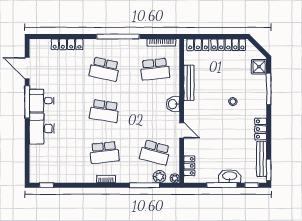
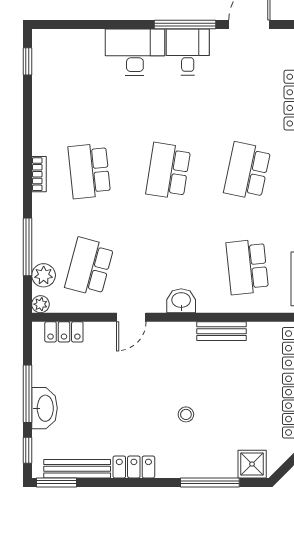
bench: (189, 83) -> (222, 331), width x0.73

